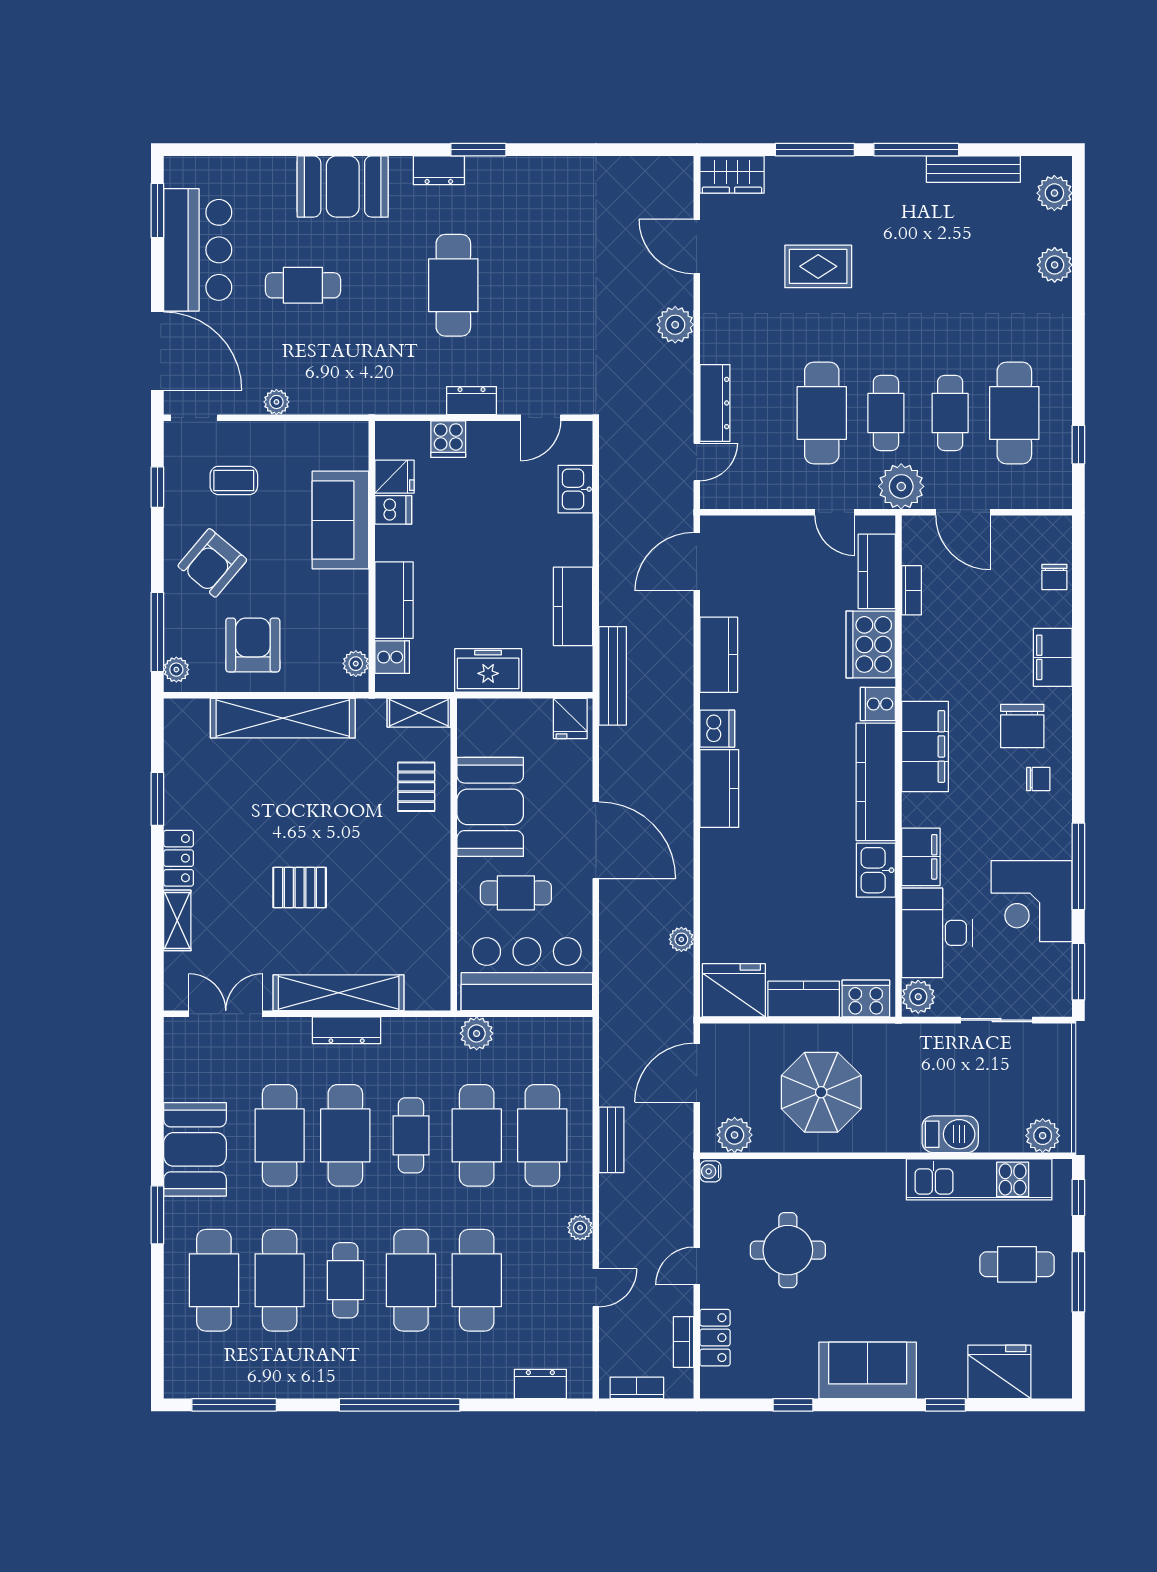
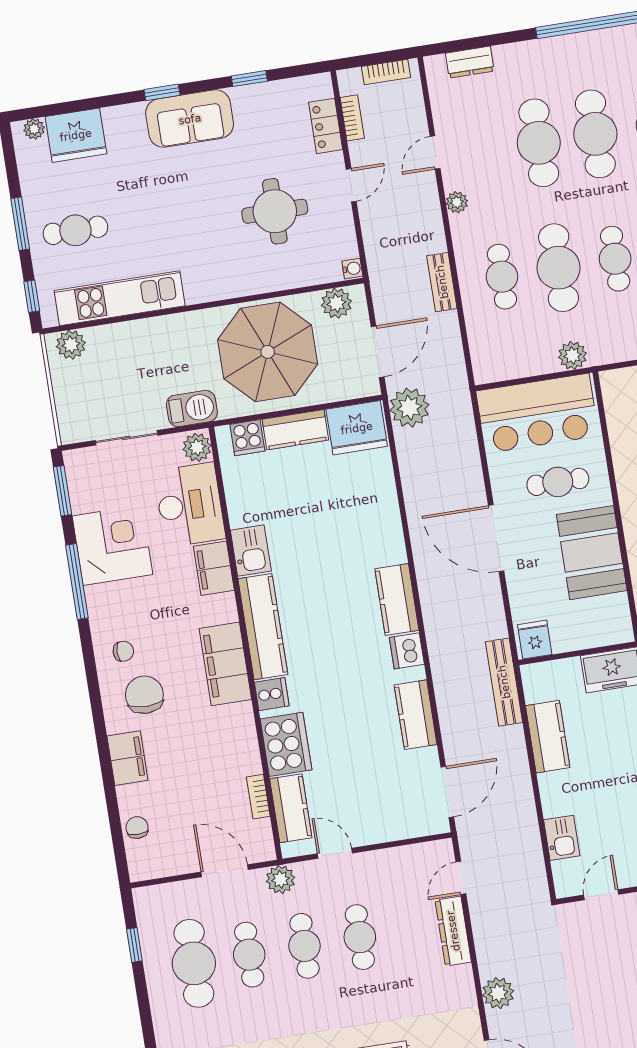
cafe table: (822, 413) -> (360, 937), width x0.73, depth x0.74
plant: (901, 486) -> (280, 879), width x0.73, depth x0.73
chair: (1038, 779) -> (123, 651), turned 180
plant: (681, 939) -> (409, 408), moved, width x1.88, depth x1.88
cooker: (866, 999) -> (247, 438), width x0.73
parasol: (821, 1092) -> (268, 352), width x1.36, depth x1.36
barbecue: (950, 1134) -> (192, 408), moved, turned 180
cafe table: (542, 1135) -> (502, 277), width x0.73, depth x0.74
plant: (1046, 1387) -> (34, 129), added
window: (945, 1405) -> (162, 92), moved

